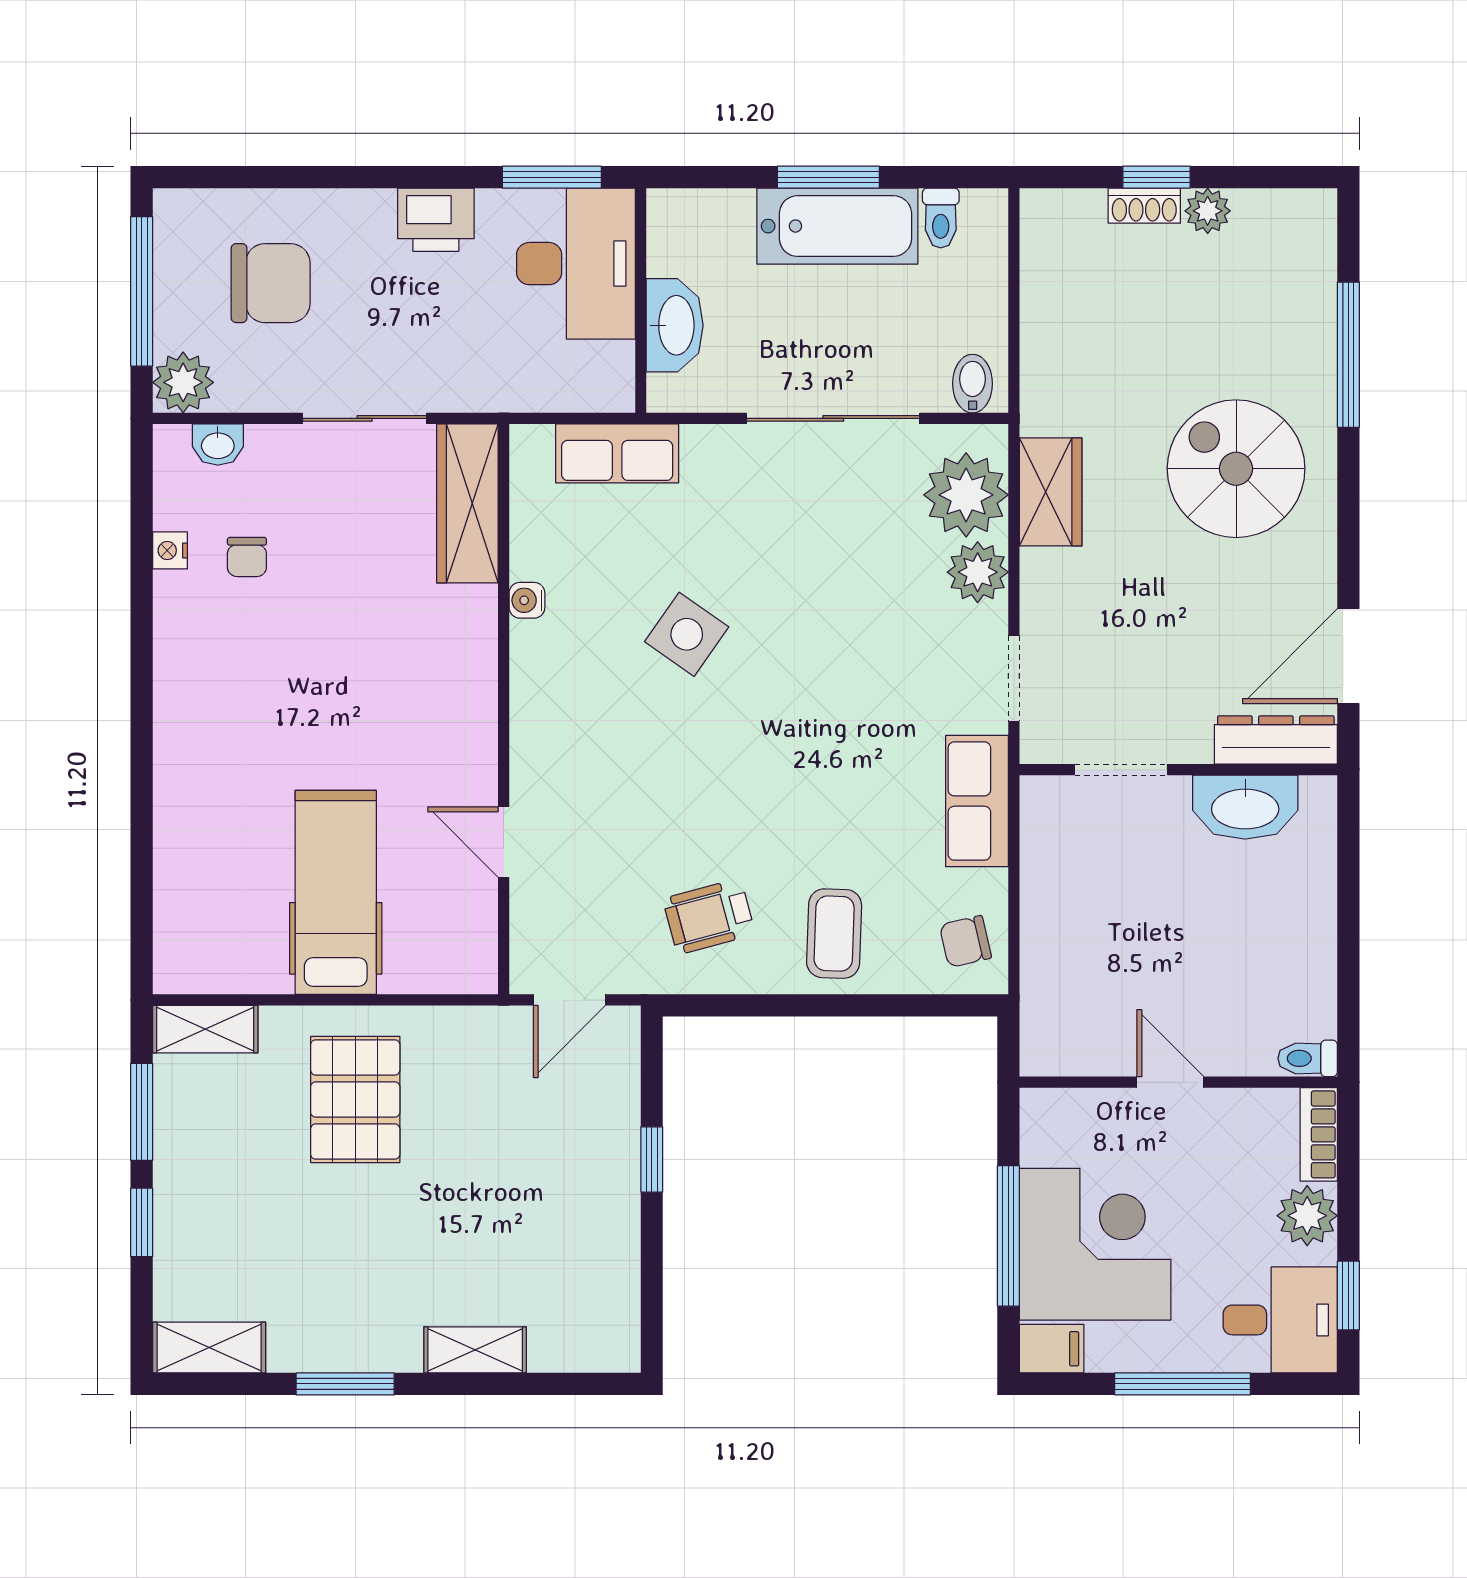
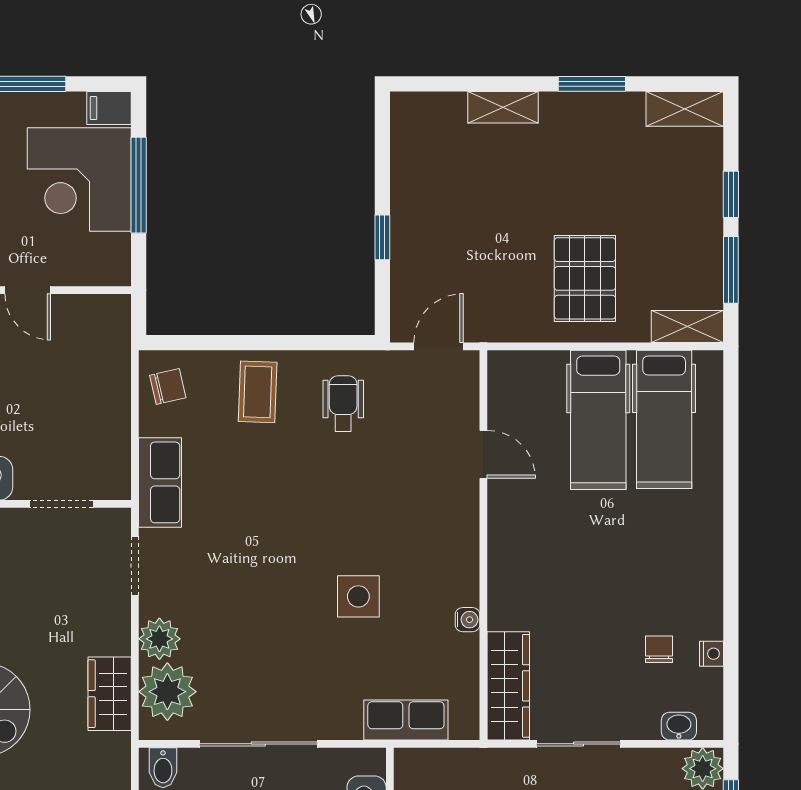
side table: (687, 634) -> (358, 596), turned -35
hospital bed: (240, 893) -> (664, 419), added
wheelchair: (709, 916) -> (343, 404), turned -75

